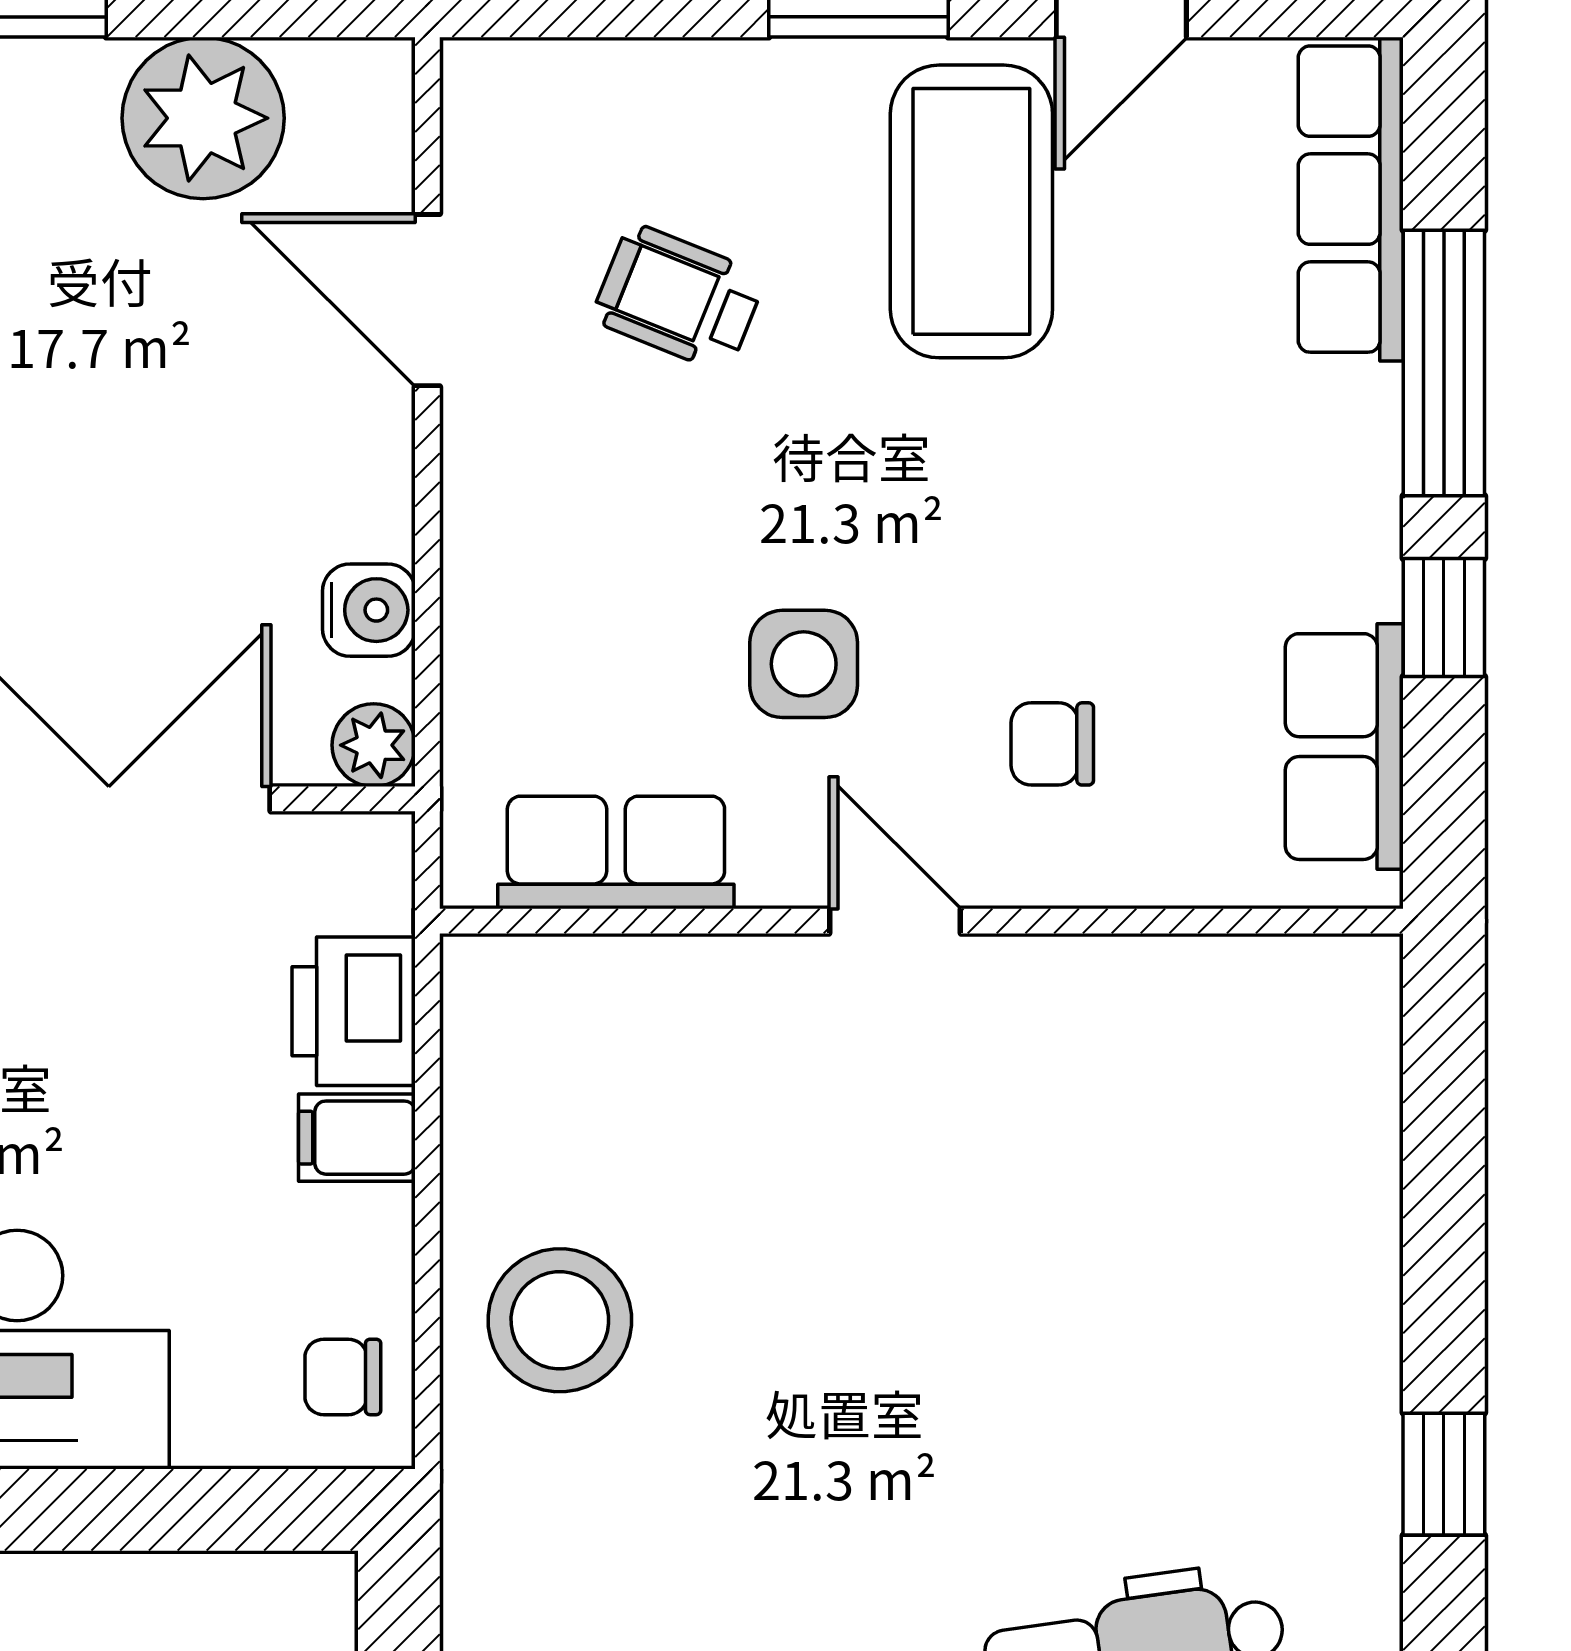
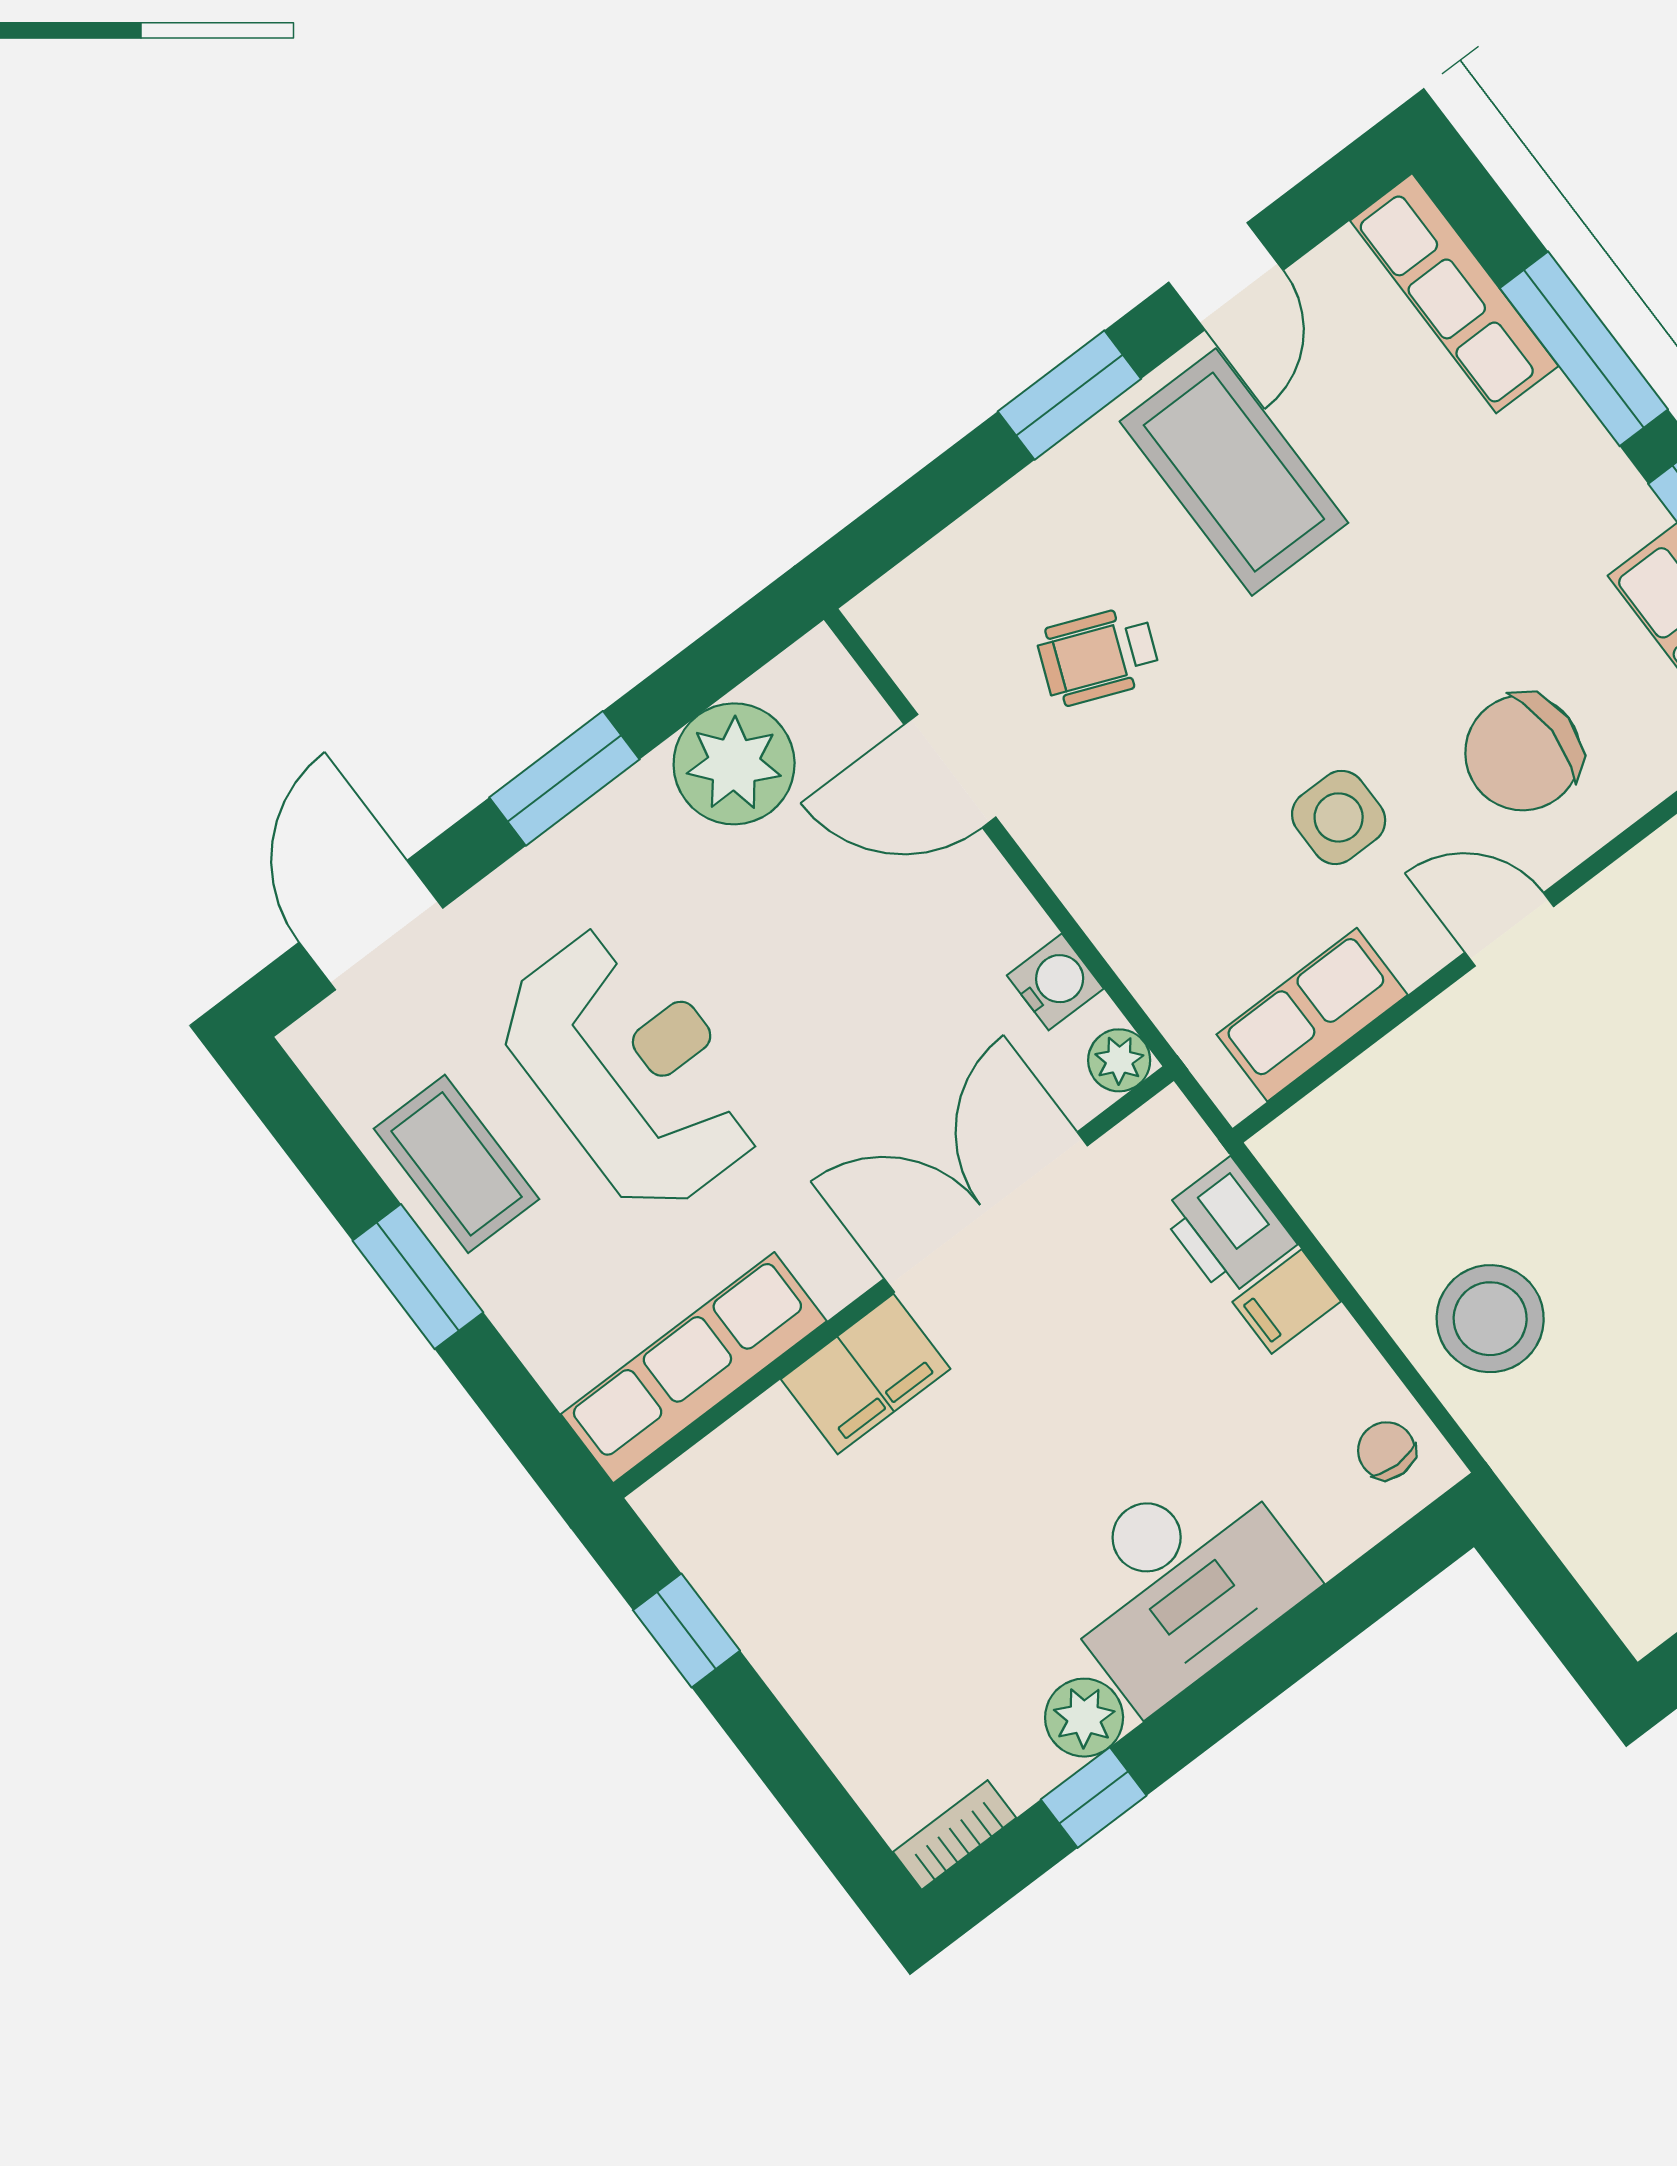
chair: (1052, 744) -> (1523, 753), width x1.87, depth x1.87
chair: (343, 1377) -> (1386, 1451), turned 90

